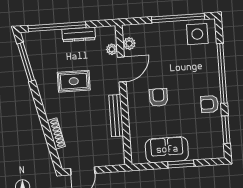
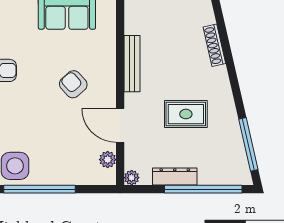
plant: (112, 49) -> (132, 178), moved
door: (122, 69) -> (120, 125), hinge flipped
armchair: (158, 97) -> (73, 84), turned 138

